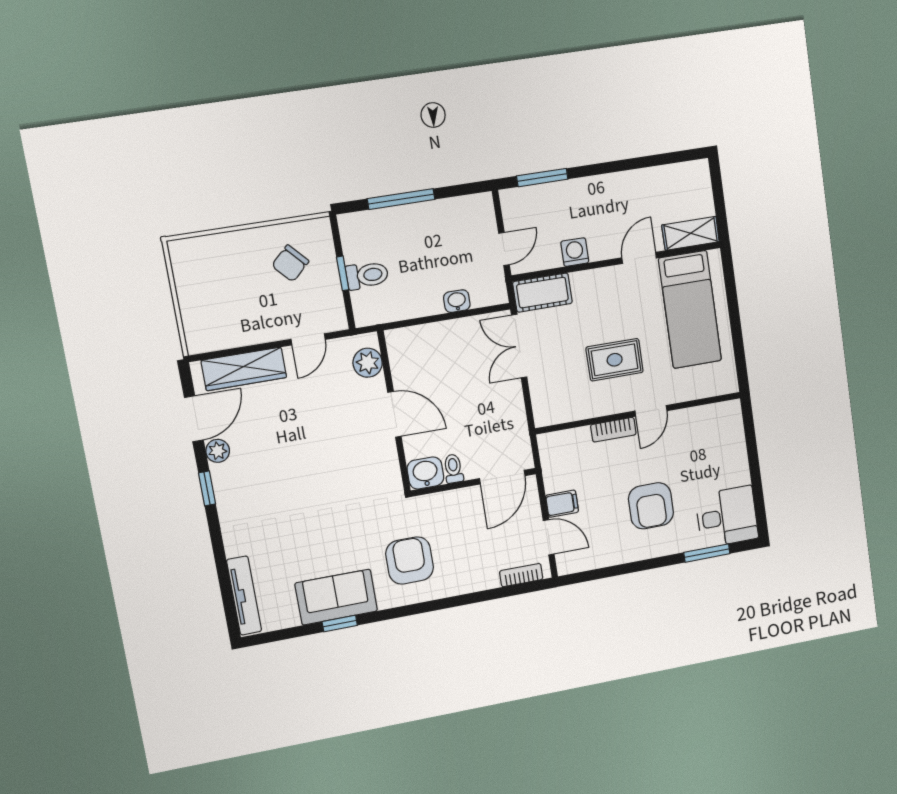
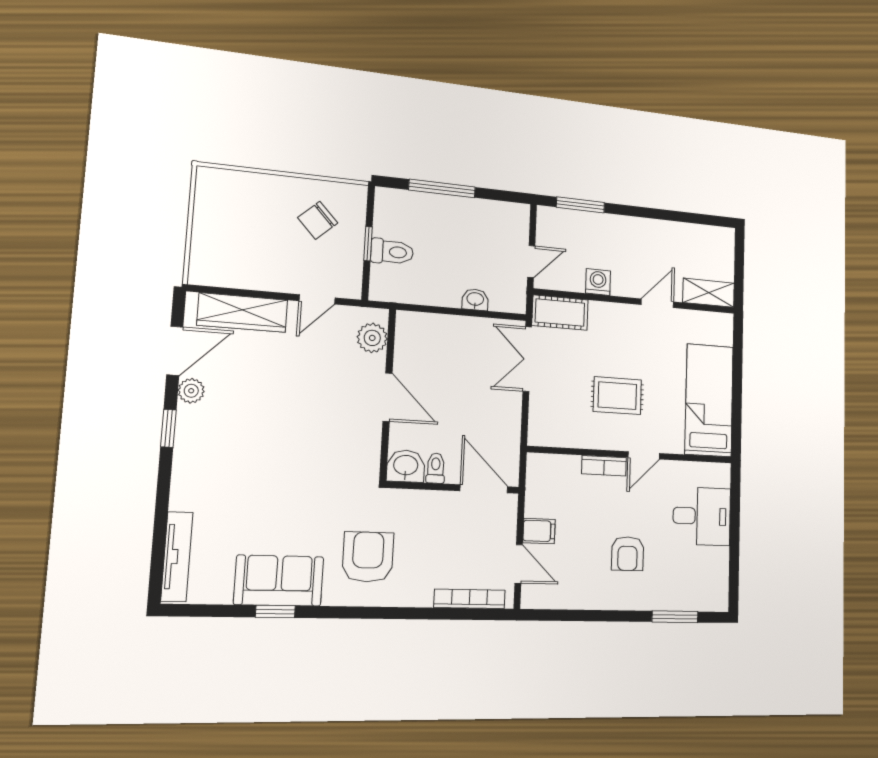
bed: (690, 310) -> (709, 400), moved, turned 180
door: (502, 477) -> (484, 489), swing flipped
armchair: (651, 506) -> (628, 554), width x0.72, depth x0.72
desk: (727, 517) -> (702, 516), moved
bookcase: (521, 575) -> (470, 599), width x1.56

